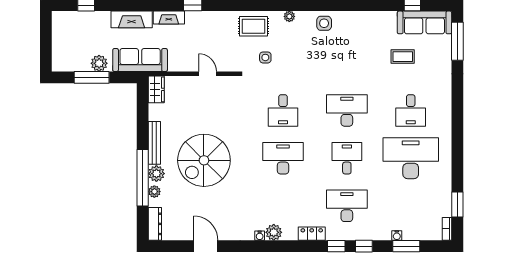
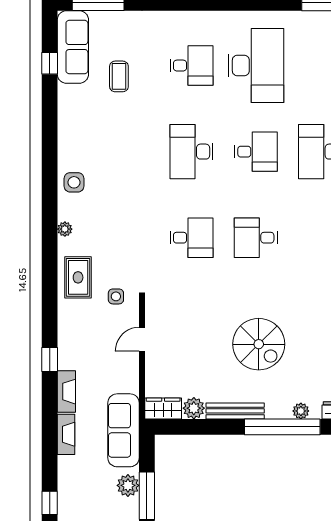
fireplace: (132, 19) -> (66, 434), width x0.73, depth x0.76
side table: (265, 57) -> (116, 296), moved
desk: (283, 158) -> (256, 238), width x0.73
desk: (347, 158) -> (256, 152), turned 180
desk: (411, 158) -> (256, 66), turned 180
spiral stairs: (204, 160) -> (259, 344), width x0.73, depth x0.73
plant: (156, 174) -> (194, 408), moved

